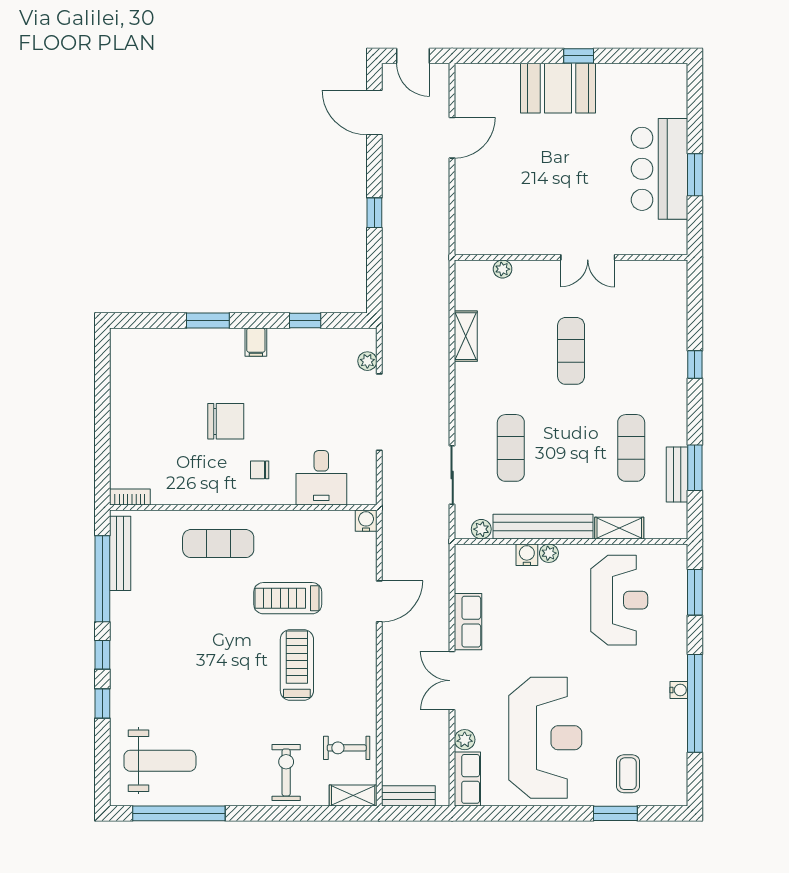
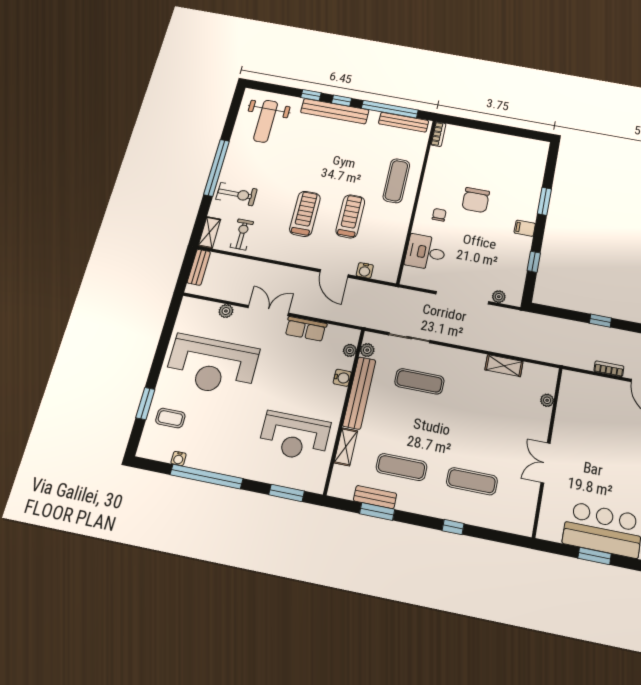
bookcase: (442, 191) -> (609, 369), added
exercise mat: (571, 351) -> (472, 481), moved
water cooler: (366, 521) -> (365, 270), moved, turned 90
plant: (549, 553) -> (350, 350), moved
bench: (122, 661) -> (335, 111), added
treadmill: (297, 665) -> (305, 214), turned -90
water cooler: (679, 690) -> (179, 458), moved
row of seats: (467, 779) -> (199, 308), removed
window: (179, 813) -> (217, 168), moved

